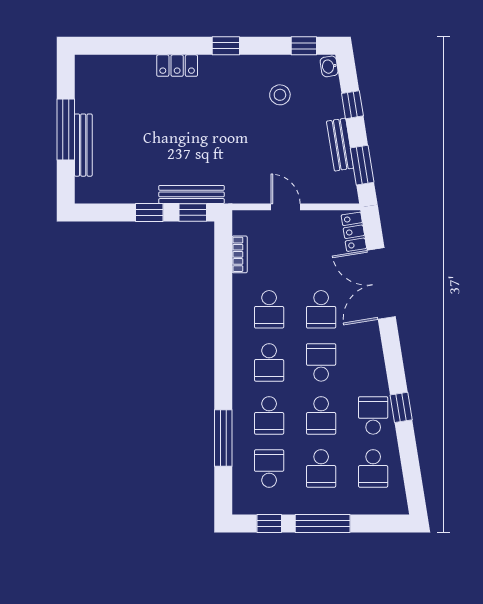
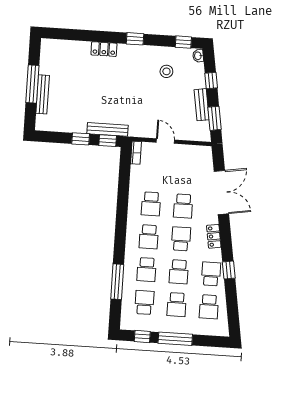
locker: (354, 232) -> (214, 236), moved
bookcase: (240, 254) -> (136, 153), moved
double door: (381, 284) -> (221, 192), swing flipped

